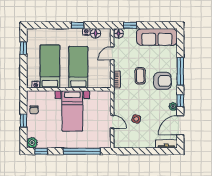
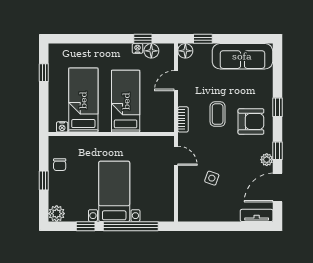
window: (78, 25) -> (143, 39), moved
window: (180, 71) -> (278, 107), width x0.46
bed with nightstands: (72, 111) -> (114, 191), moved, turned 180
door: (112, 122) -> (176, 156), moved
window: (41, 151) -> (86, 226), moved

